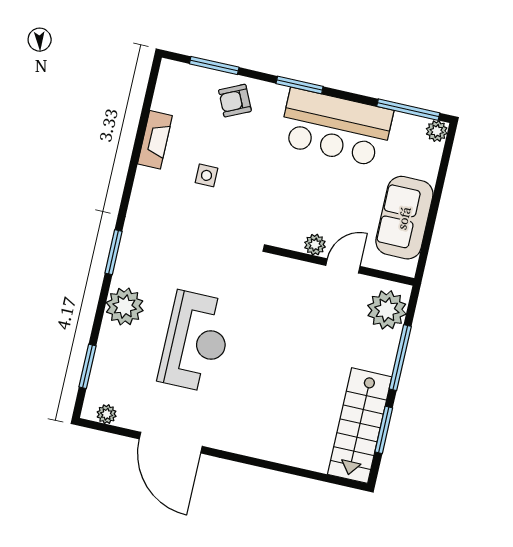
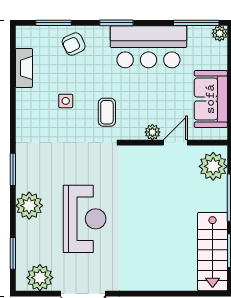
fireplace: (155, 140) -> (24, 68), moved
coffee table: (259, 204) -> (107, 112), added
plant: (107, 414) -> (40, 278), width x1.88, depth x1.88

